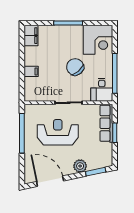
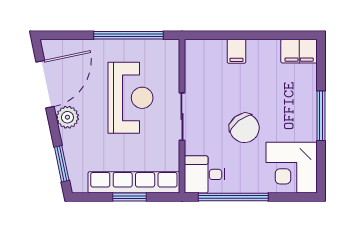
chair: (75, 67) -> (244, 128), turned 92
row of seats: (106, 123) -> (134, 182), width x1.36
plant: (80, 166) -> (67, 117), moved

